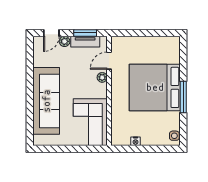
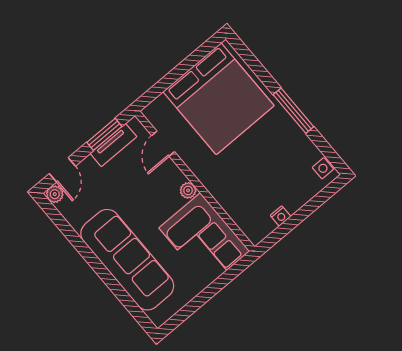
plant: (65, 41) -> (55, 194), moved
plant: (102, 77) -> (188, 190), moved
bed: (155, 87) -> (219, 99), moved, turned -90

